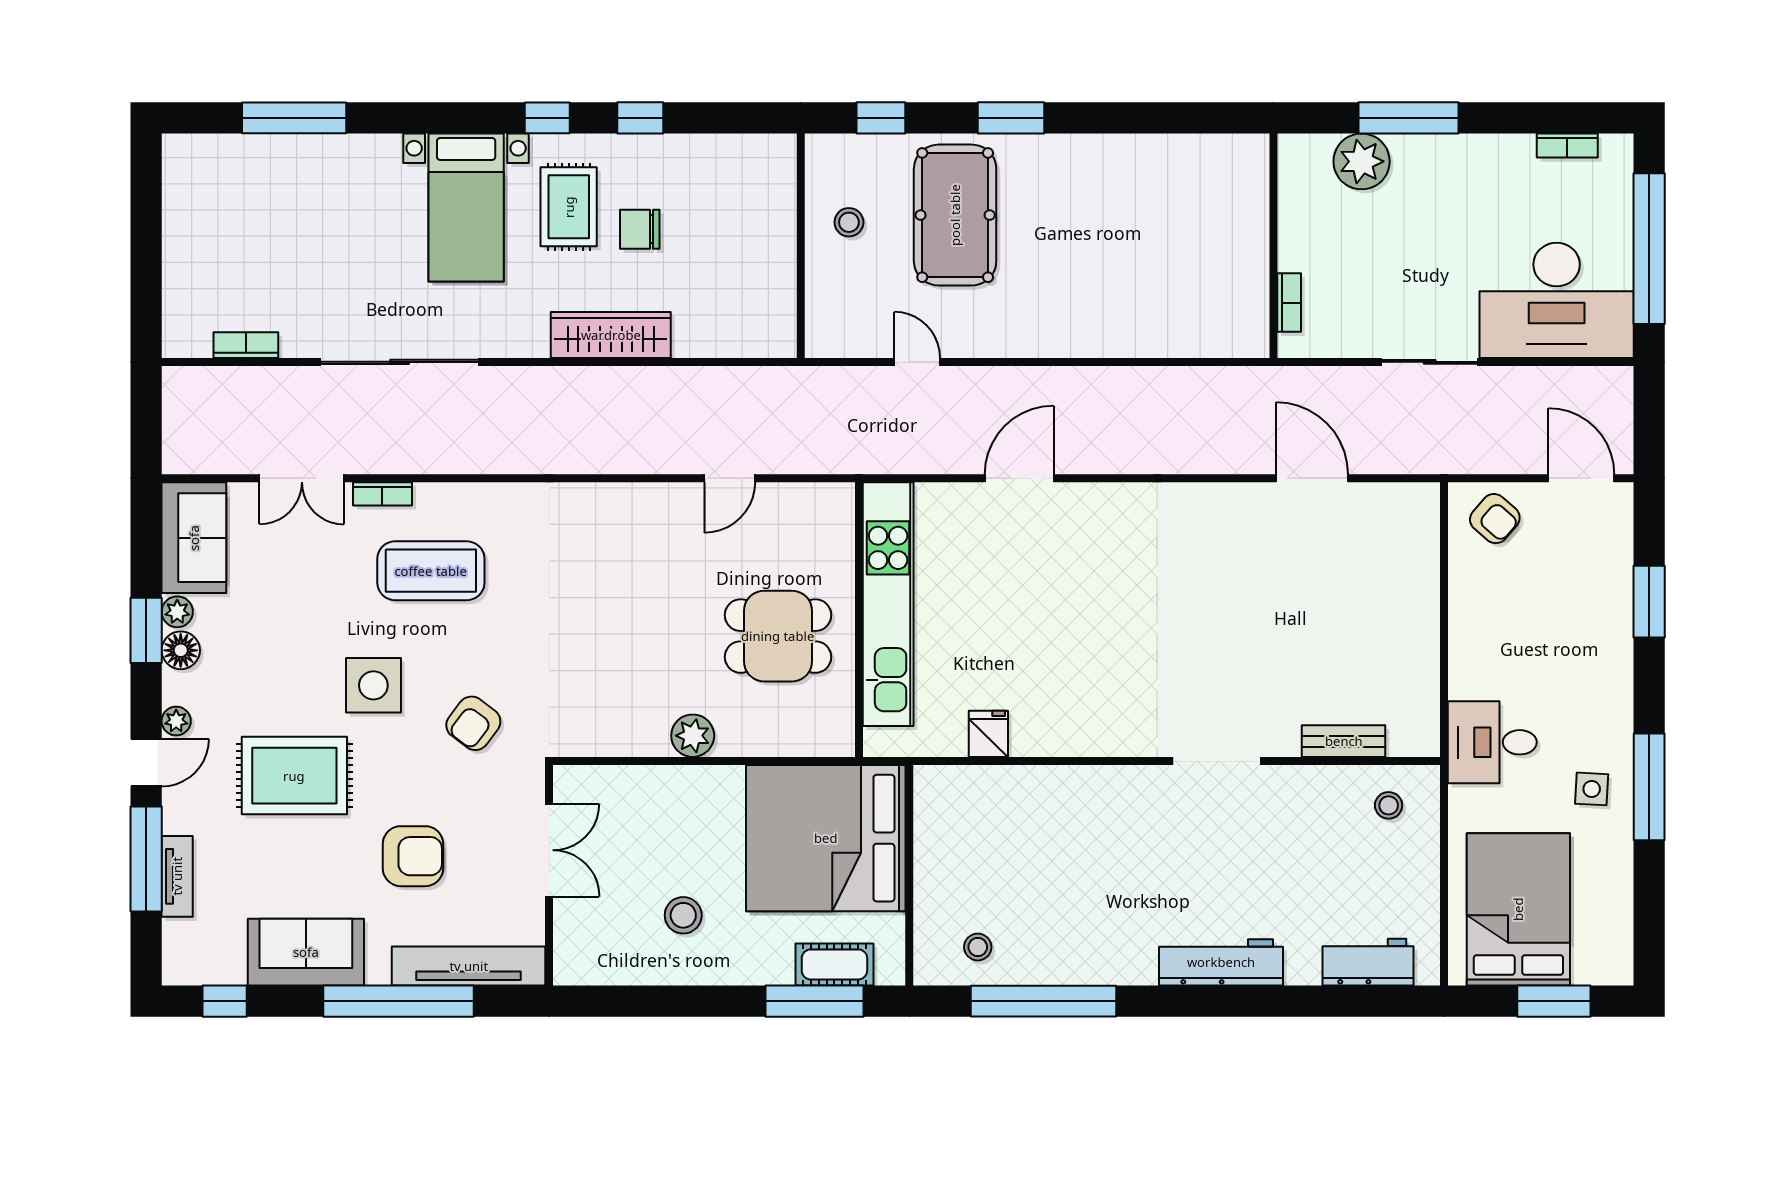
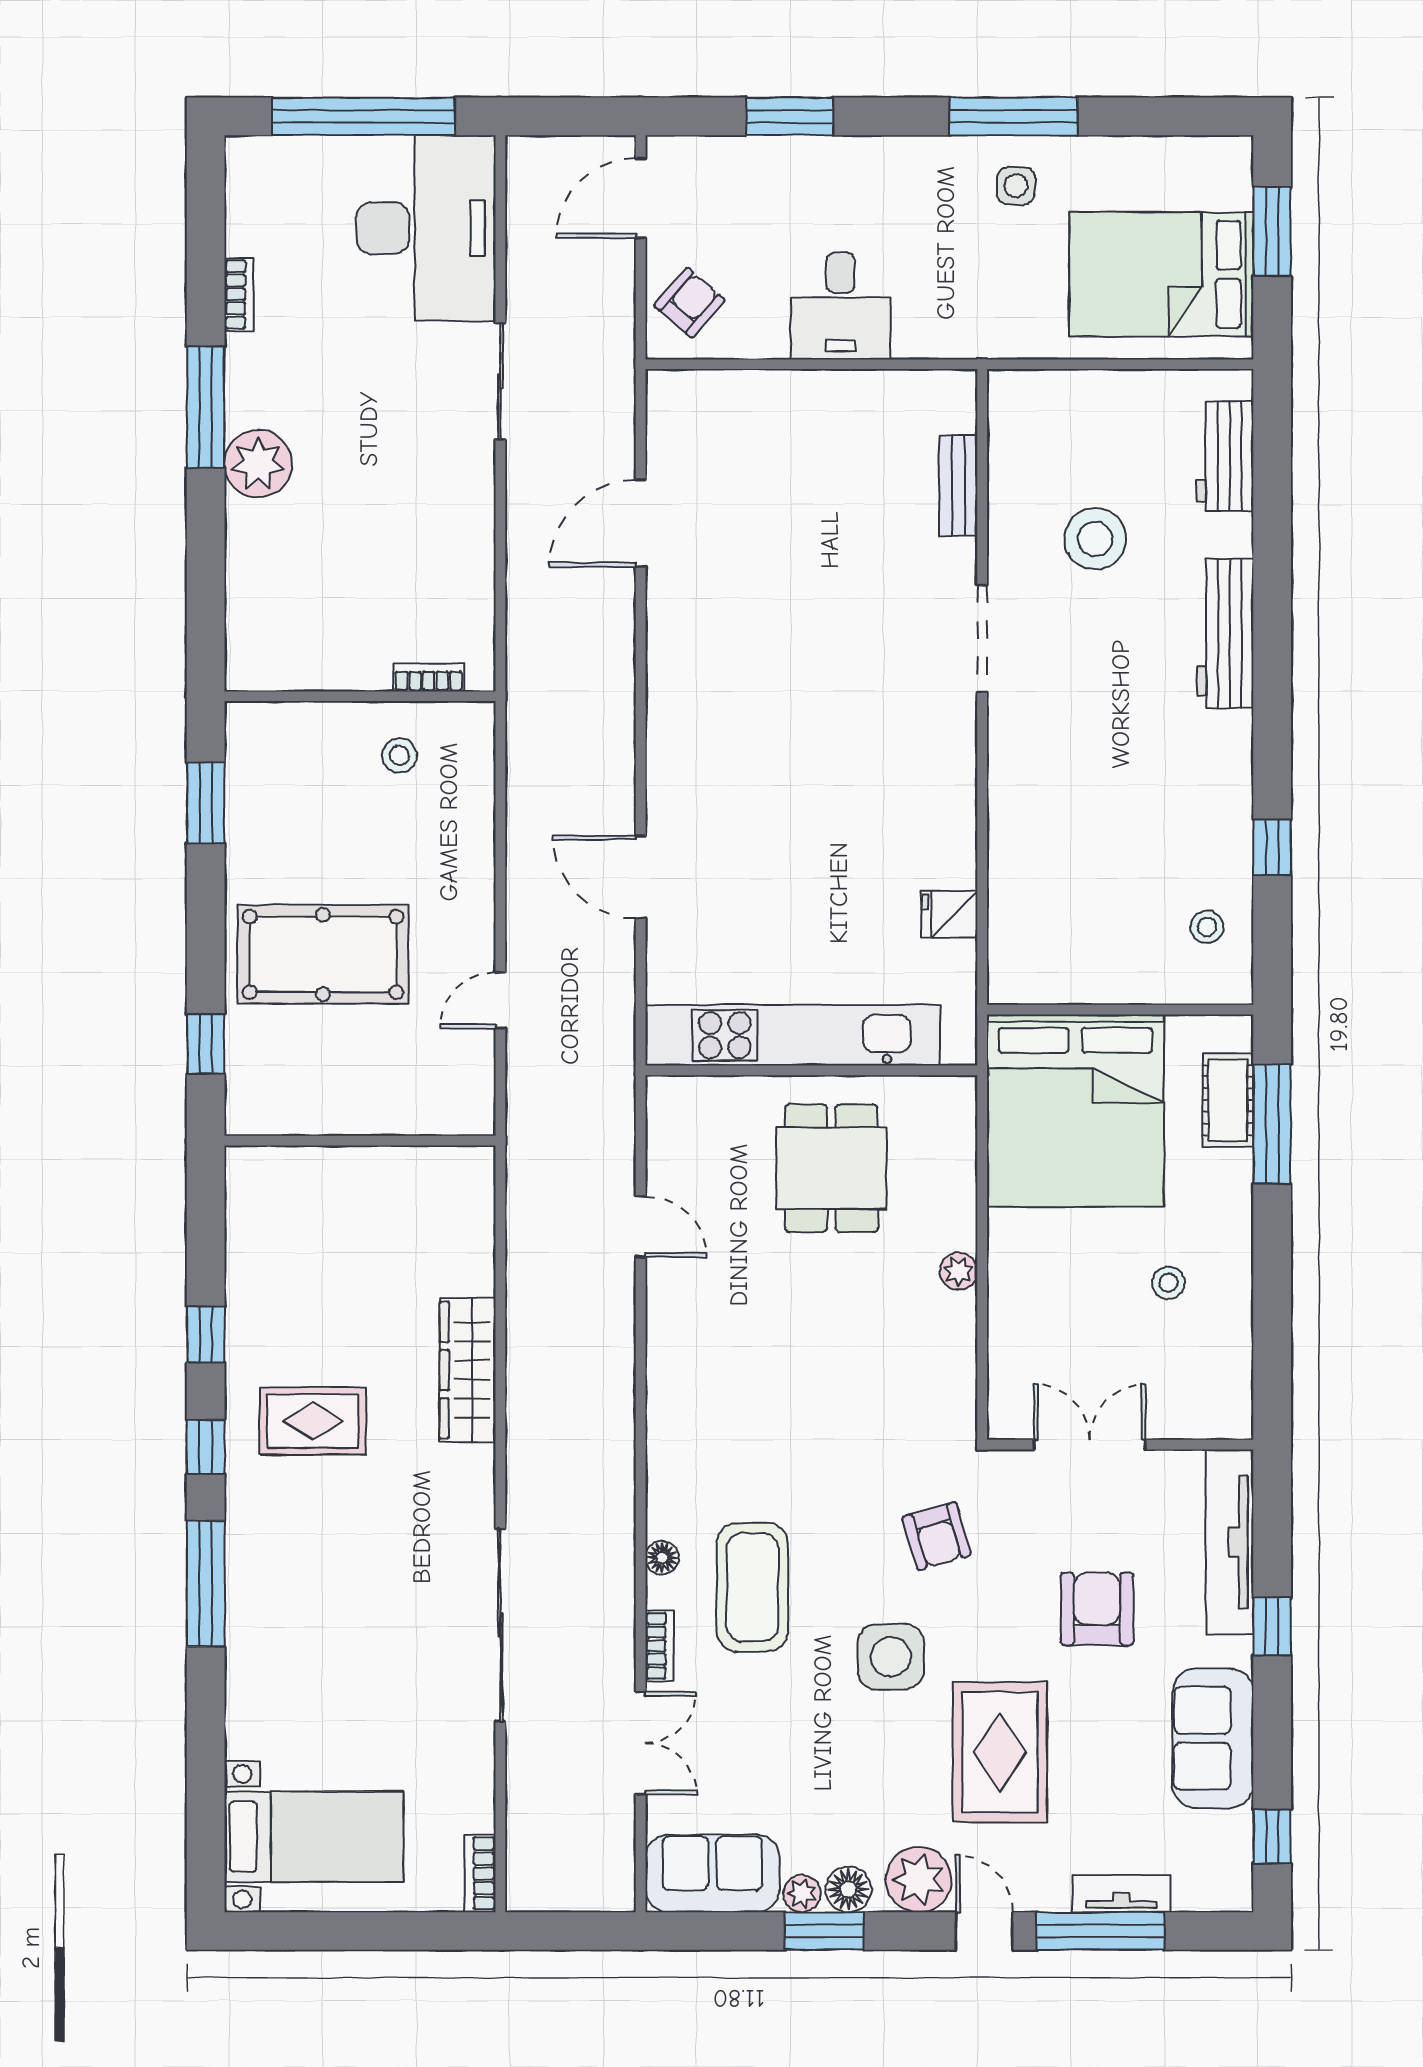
window: (294, 118) -> (206, 1584), moved
window: (1011, 118) -> (206, 803), moved
bookcase: (1567, 146) -> (239, 294), moved
bed with nightstands: (466, 208) -> (314, 1837), moved
stool: (849, 222) -> (399, 755), moved
chair: (640, 229) -> (340, 1335), removed
wall: (1273, 246) -> (360, 696), moved
bookcase: (1289, 303) -> (429, 677), moved
bookcase: (246, 345) -> (480, 1873), moved
floor lamp: (455, 496) -> (662, 1558), added
plant: (176, 721) -> (919, 1880), width x1.87, depth x1.87
armchair: (473, 723) -> (937, 1536), turned 37
plant: (693, 736) -> (959, 1271), width x0.73, depth x0.73
desk: (1492, 742) -> (841, 306), moved
stool: (1389, 805) -> (1095, 539), moved, width x1.89, depth x1.89
stool: (683, 915) -> (1168, 1283), width x0.73, depth x0.73
window: (398, 1001) -> (1272, 1626), width x0.32
window: (1044, 1001) -> (1272, 848), width x0.32

